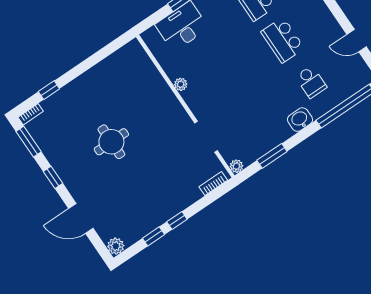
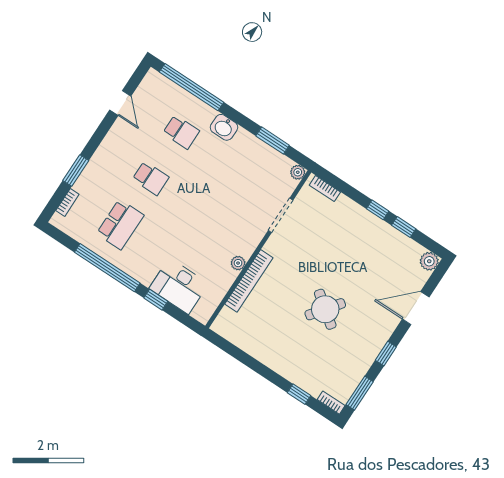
school desk: (283, 40) -> (151, 178), width x0.54
school desk: (311, 82) -> (181, 132), turned 90
bookcase: (162, 87) -> (249, 281), added
round table: (111, 142) -> (325, 309), turned 37
door: (81, 218) -> (416, 308), swing flipped

